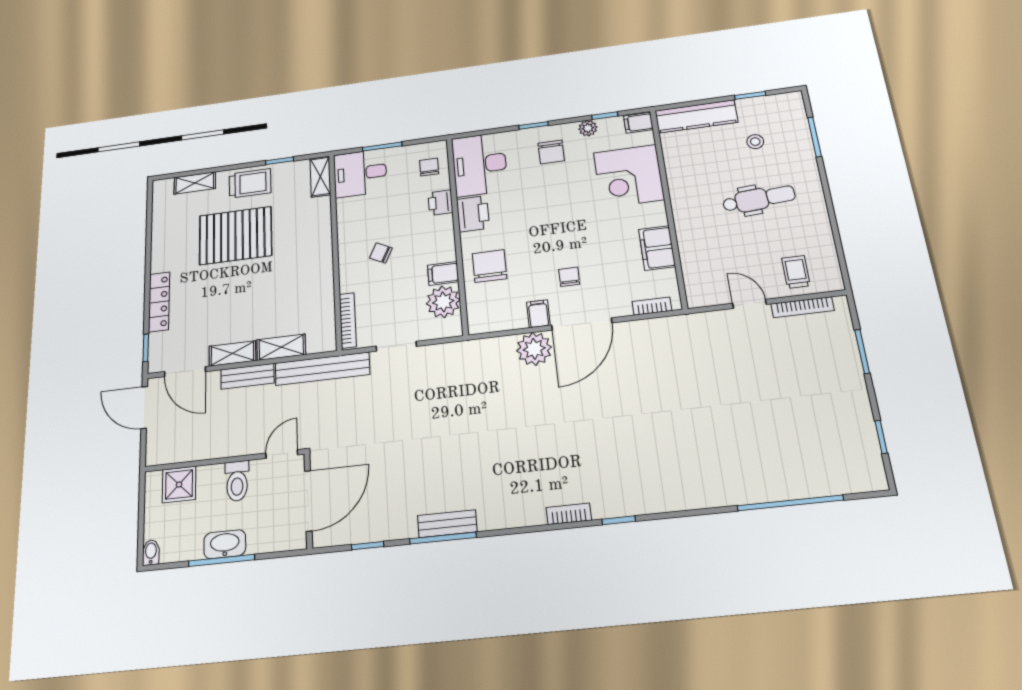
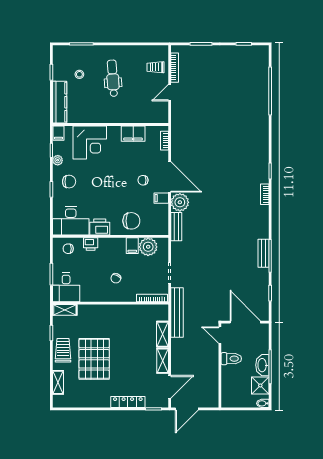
chair: (490, 266) -> (131, 221), turned 180
bench: (247, 376) -> (176, 227), moved
shower: (179, 485) -> (260, 385), moved

